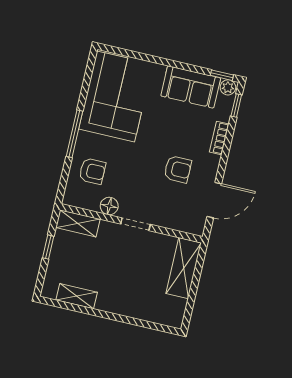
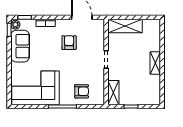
armchair: (92, 171) -> (82, 91), turned 90
floor lamp: (109, 206) -> (99, 77), removed
shelving: (77, 296) -> (155, 63), moved

